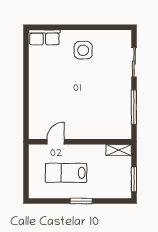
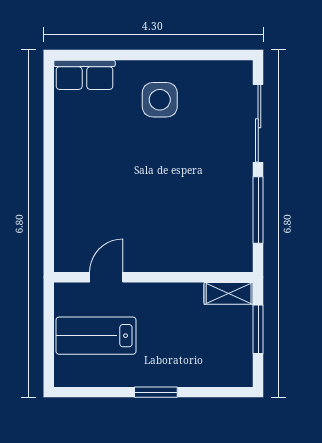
sliding door: (134, 62) -> (258, 123), width x1.37
lab bench: (66, 173) -> (96, 336), moved
window: (134, 179) -> (258, 329), moved

